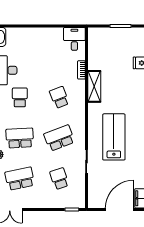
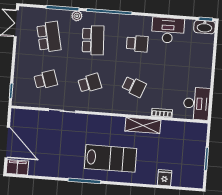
desk: (74, 39) -> (197, 104), width x1.37
school desk: (59, 97) -> (134, 87), turned 42
lab bench: (114, 137) -> (111, 158), moved
school desk: (59, 138) -> (90, 83), width x0.54

